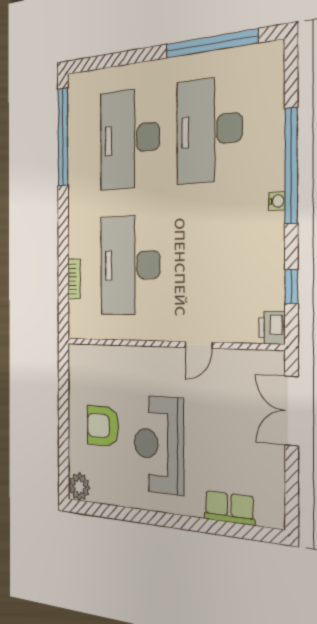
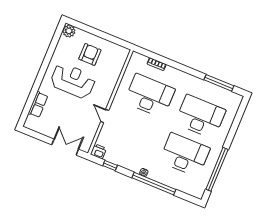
window: (63, 137) -> (219, 83), width x0.68

